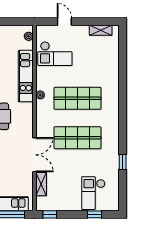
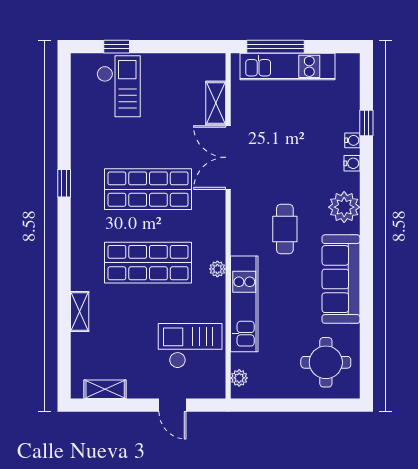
shelving: (114, 72) -> (80, 312), added
window: (123, 162) -> (64, 183), moved
window: (50, 214) -> (200, 47), removed

